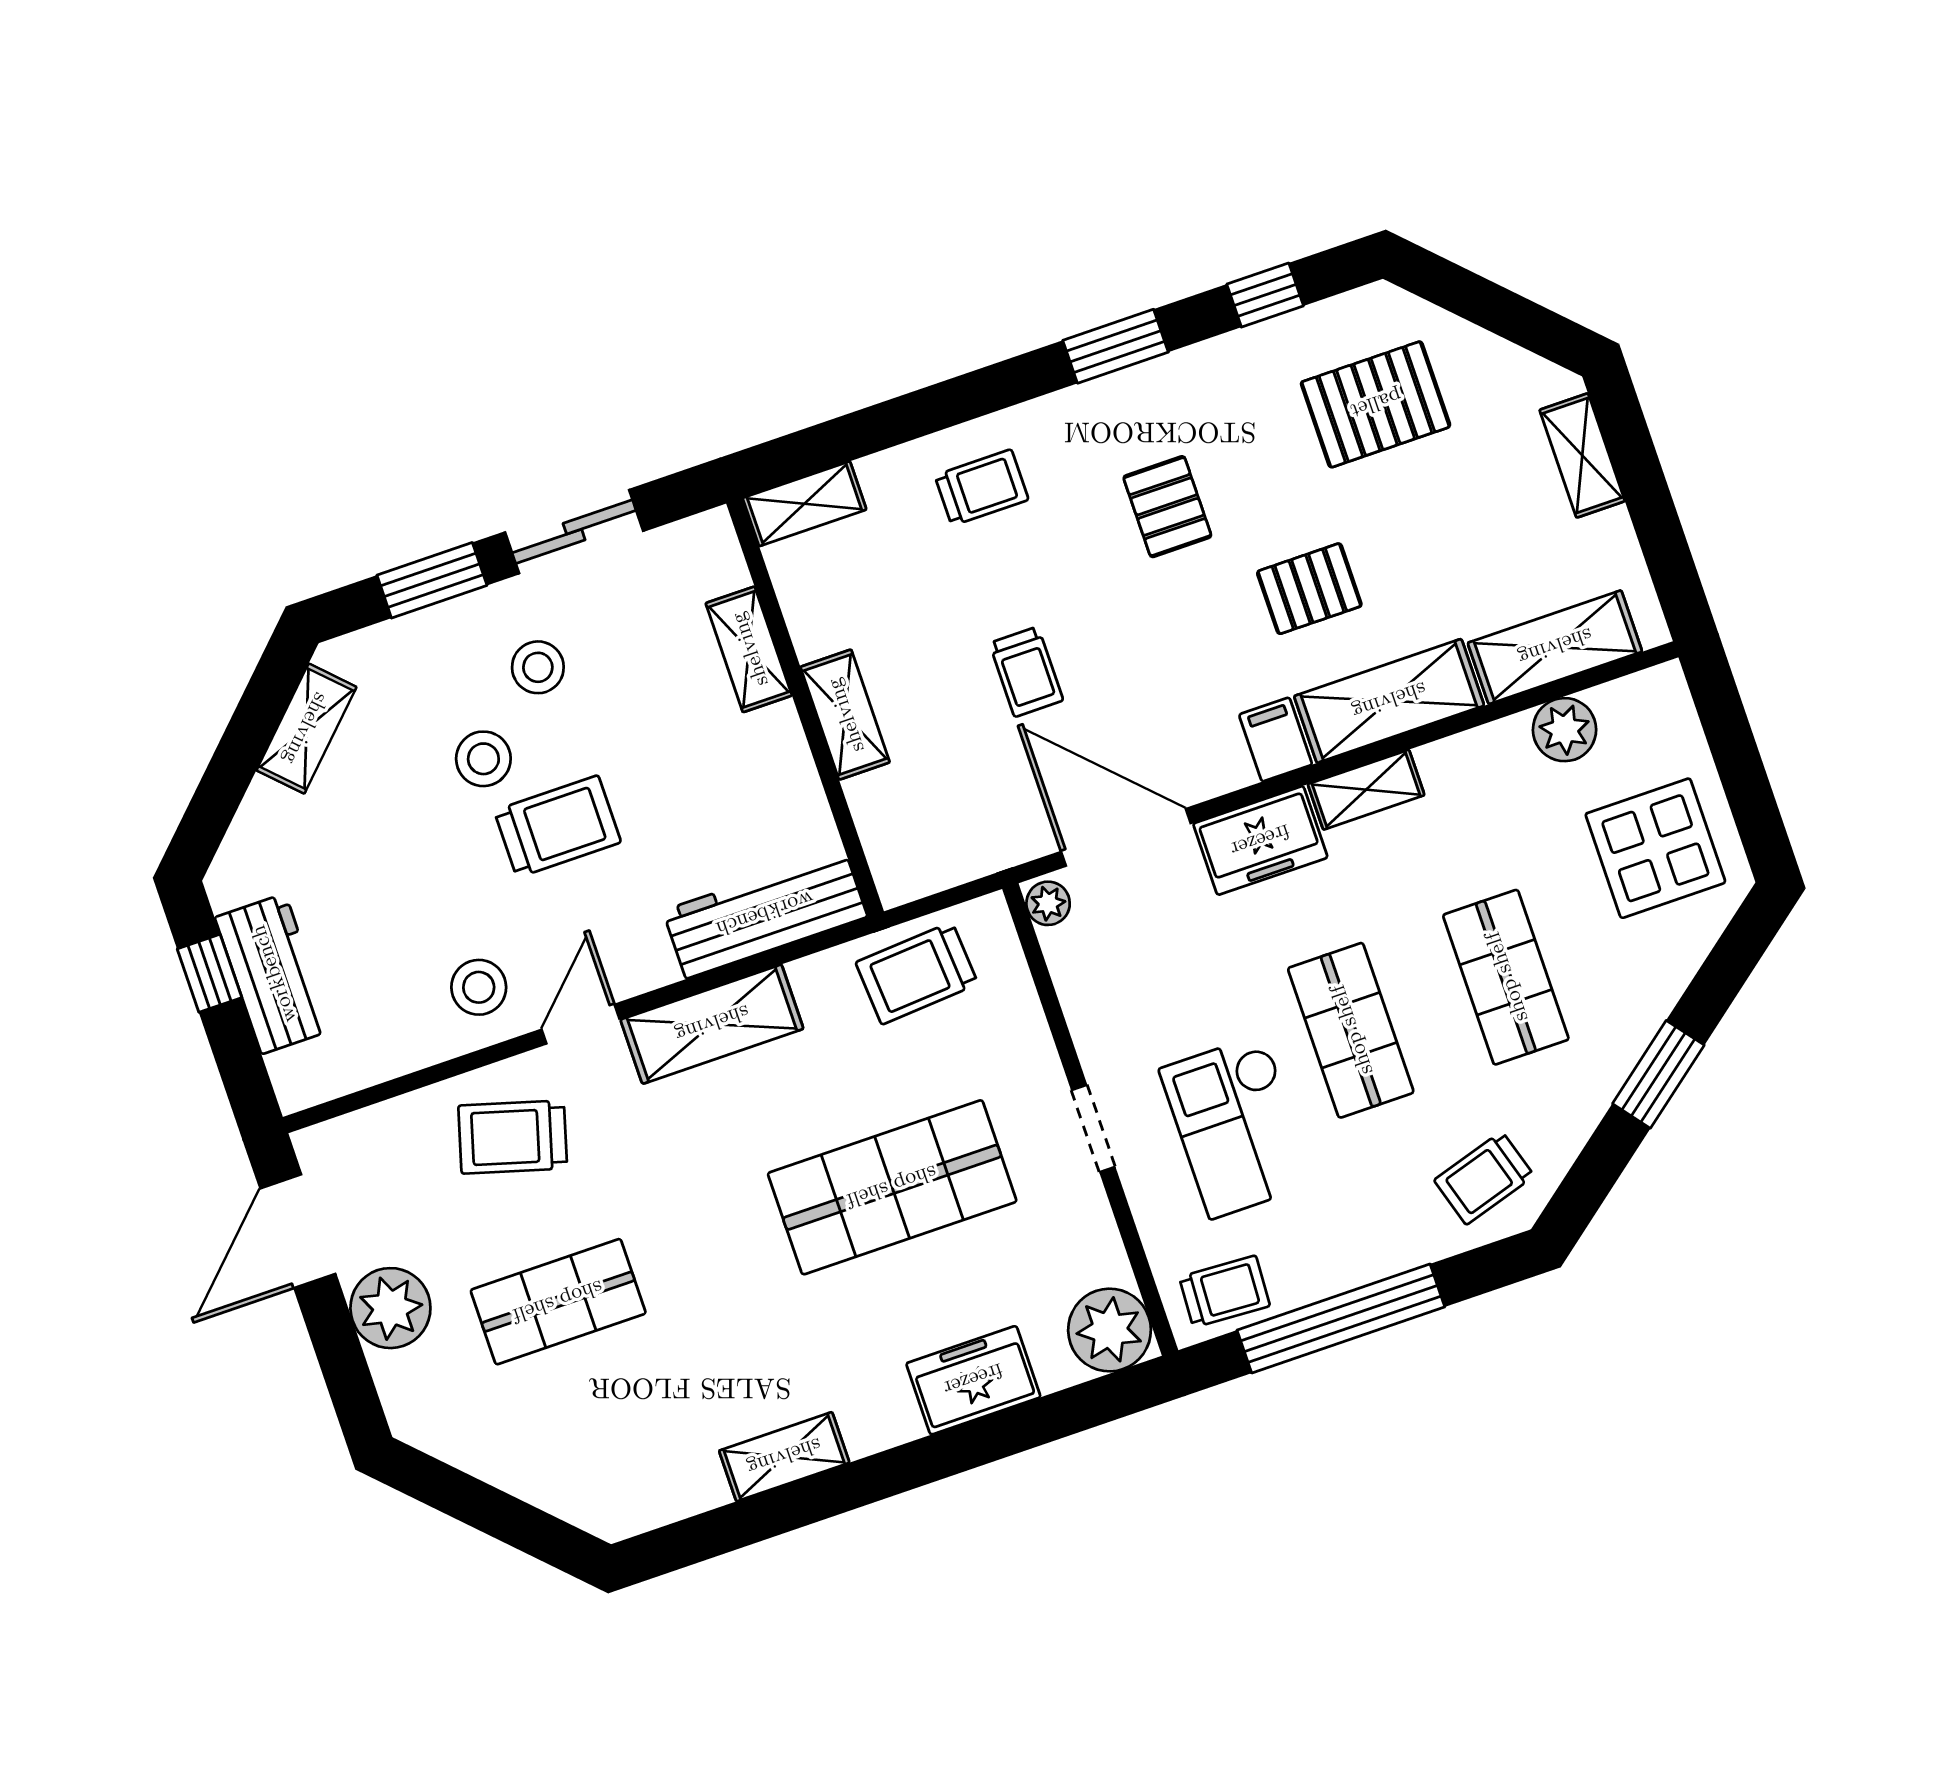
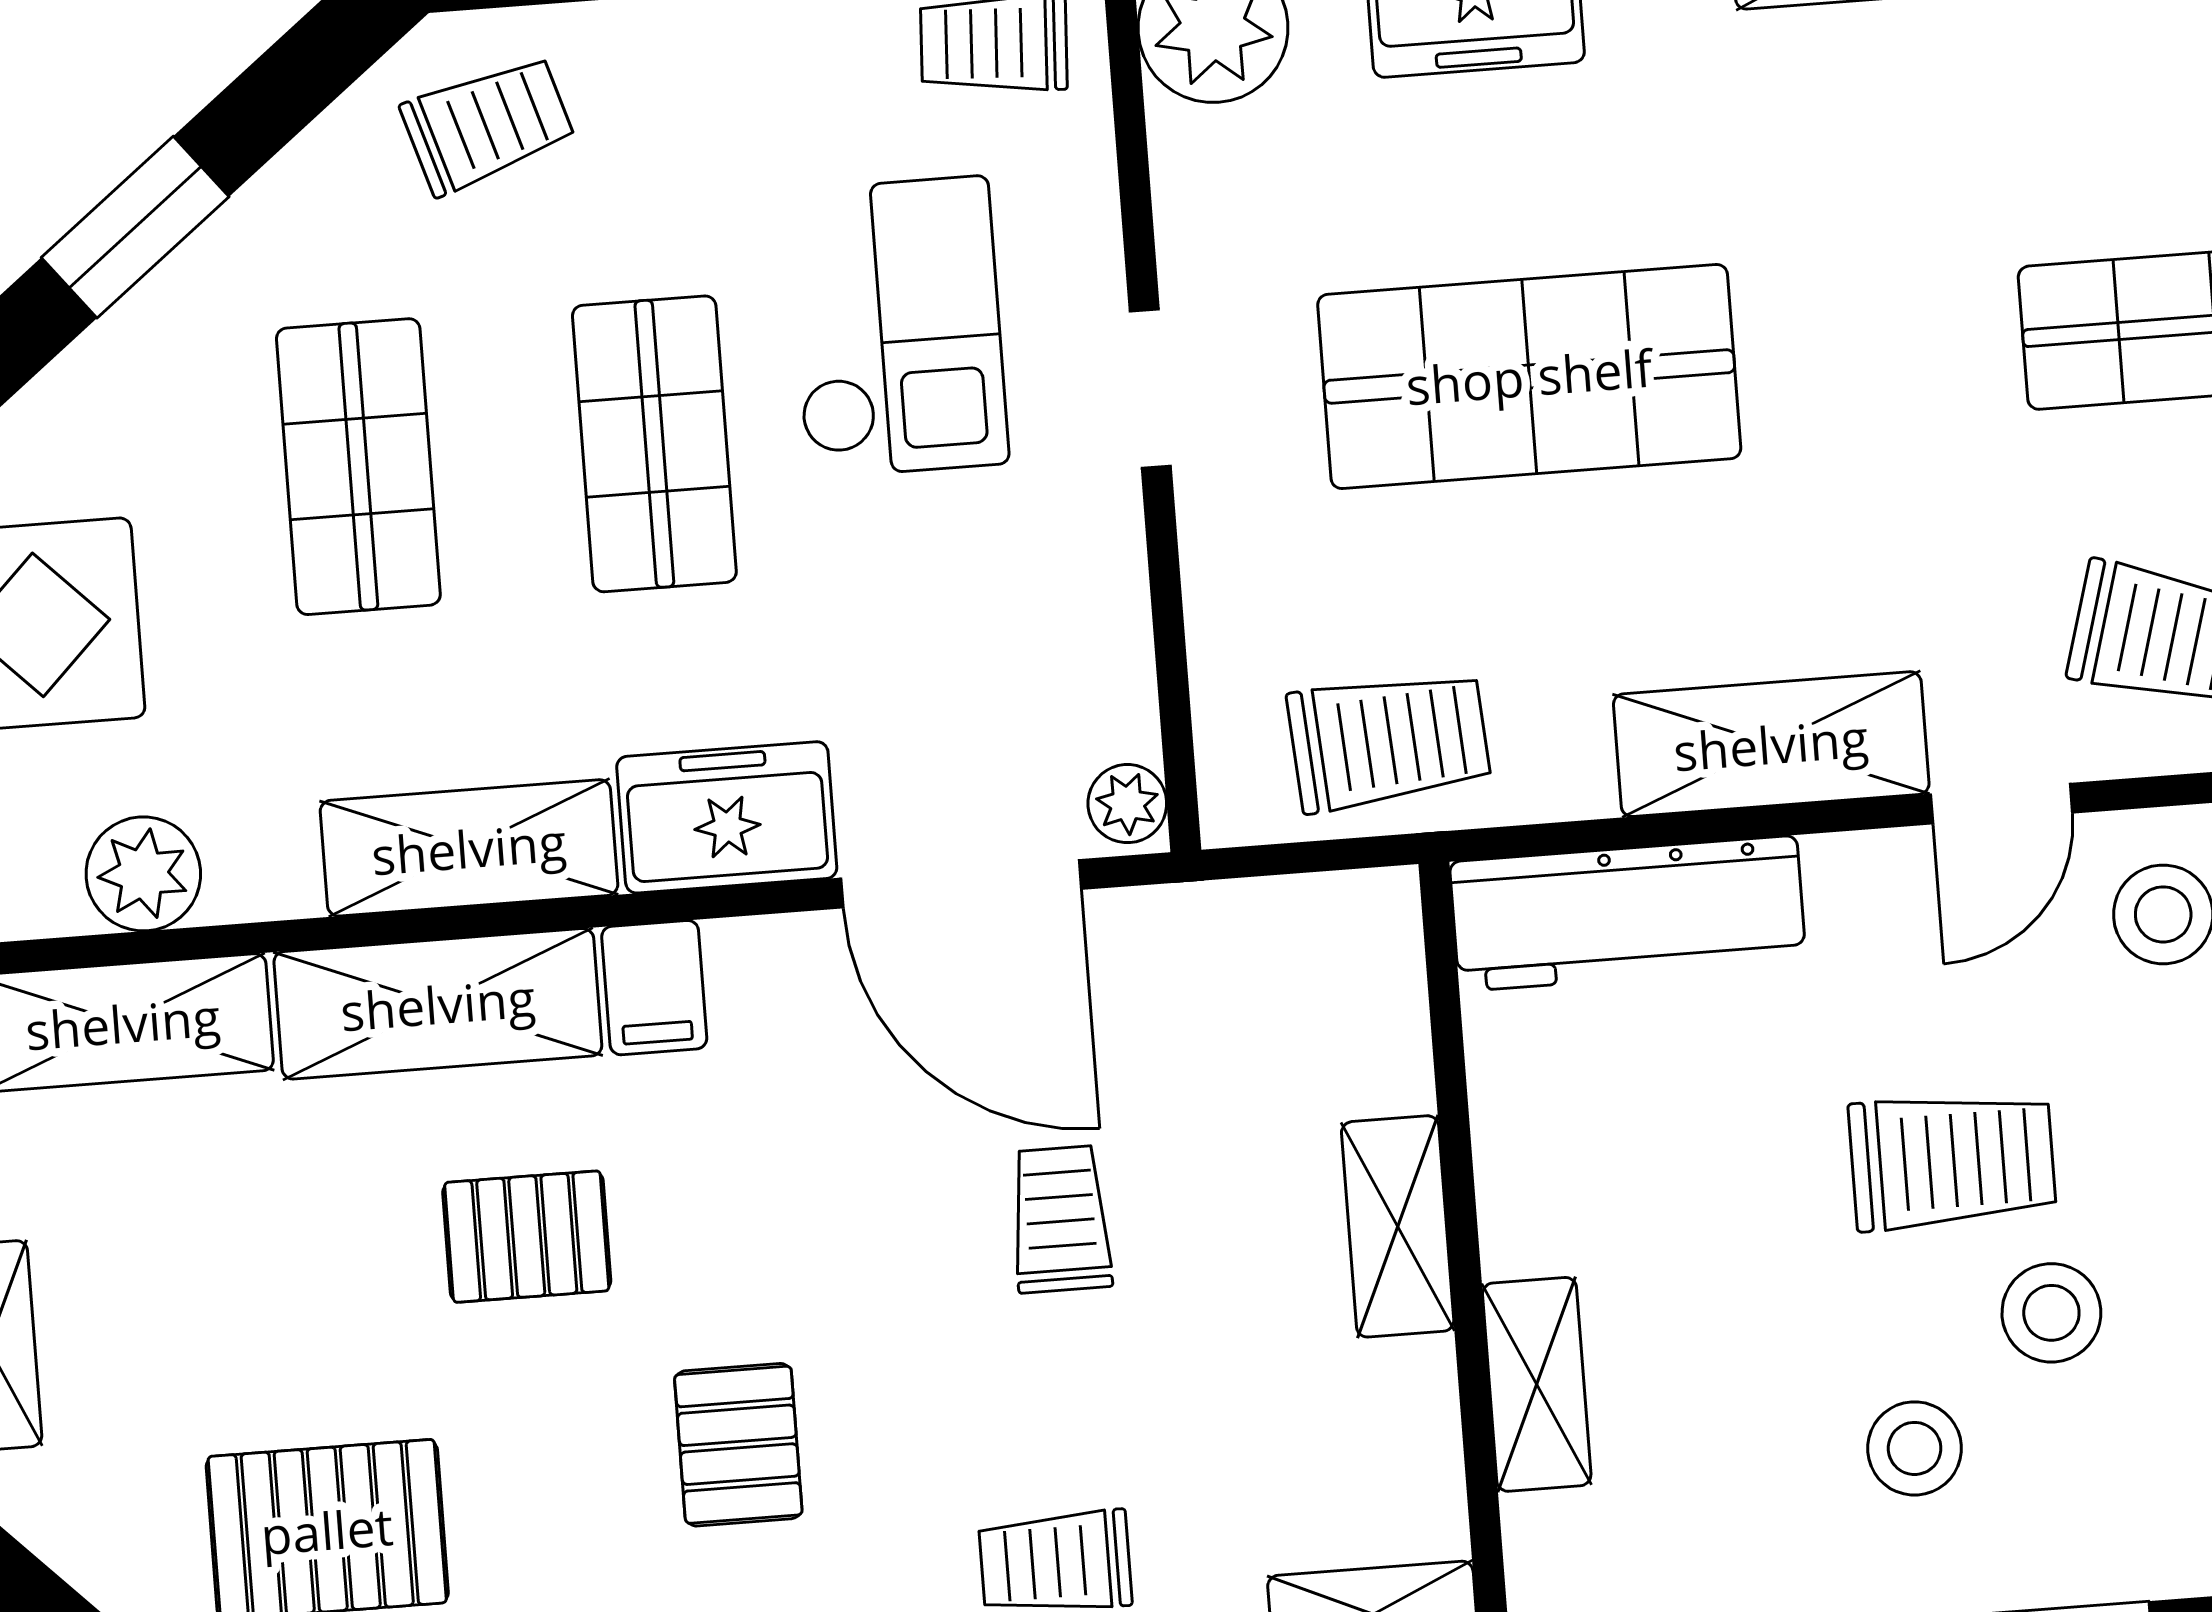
shelving: (1366, 790) -> (469, 848), width x1.50, depth x1.33
trolley: (557, 826) -> (1952, 1161), turned 180

